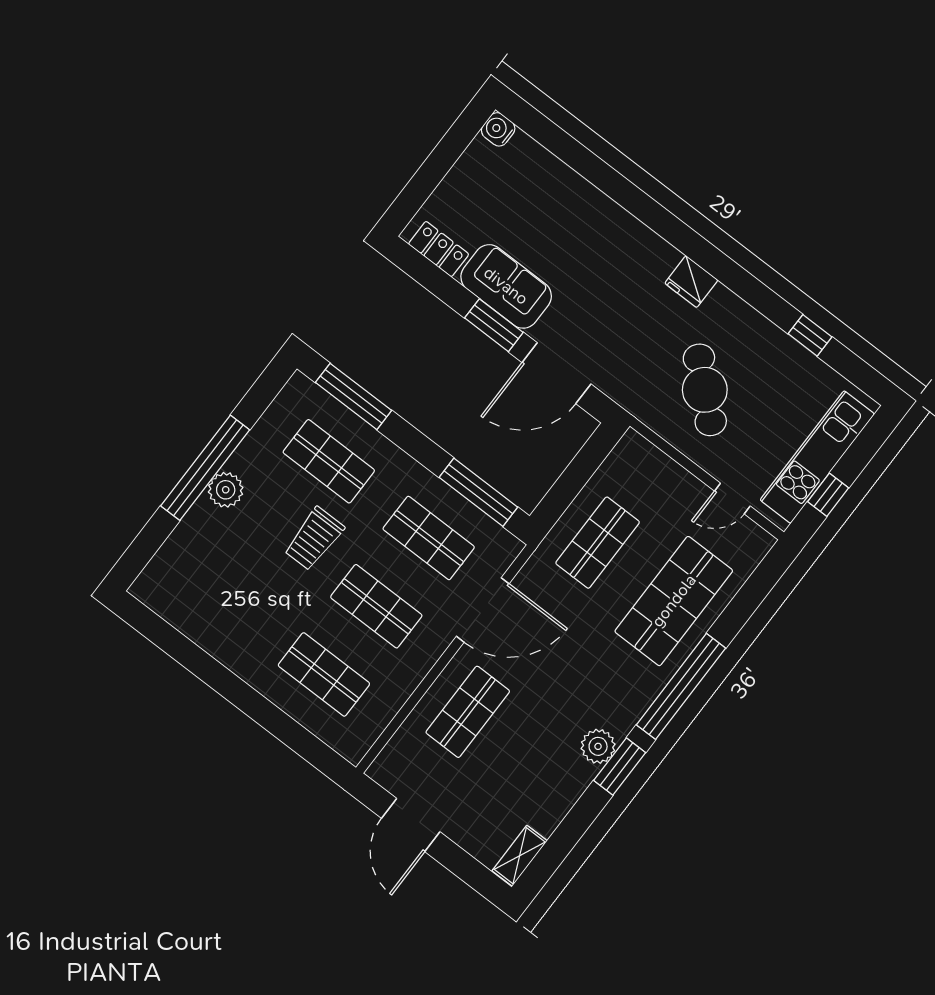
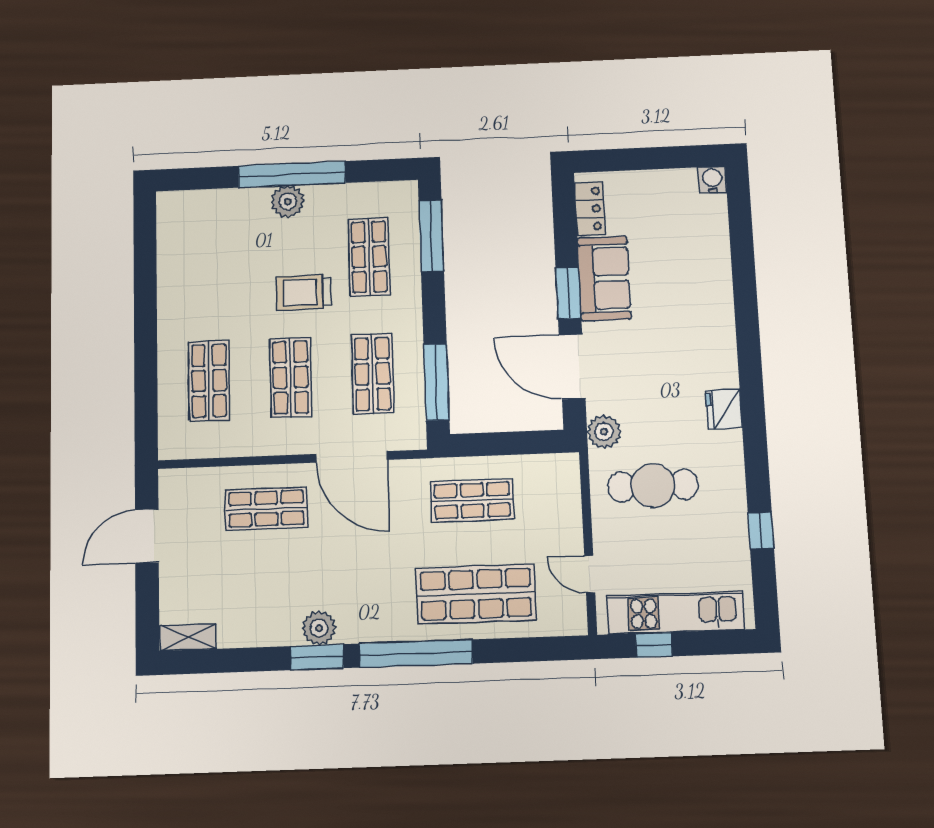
cafe table: (705, 390) -> (653, 486), turned 48
plant: (630, 392) -> (604, 432), added

